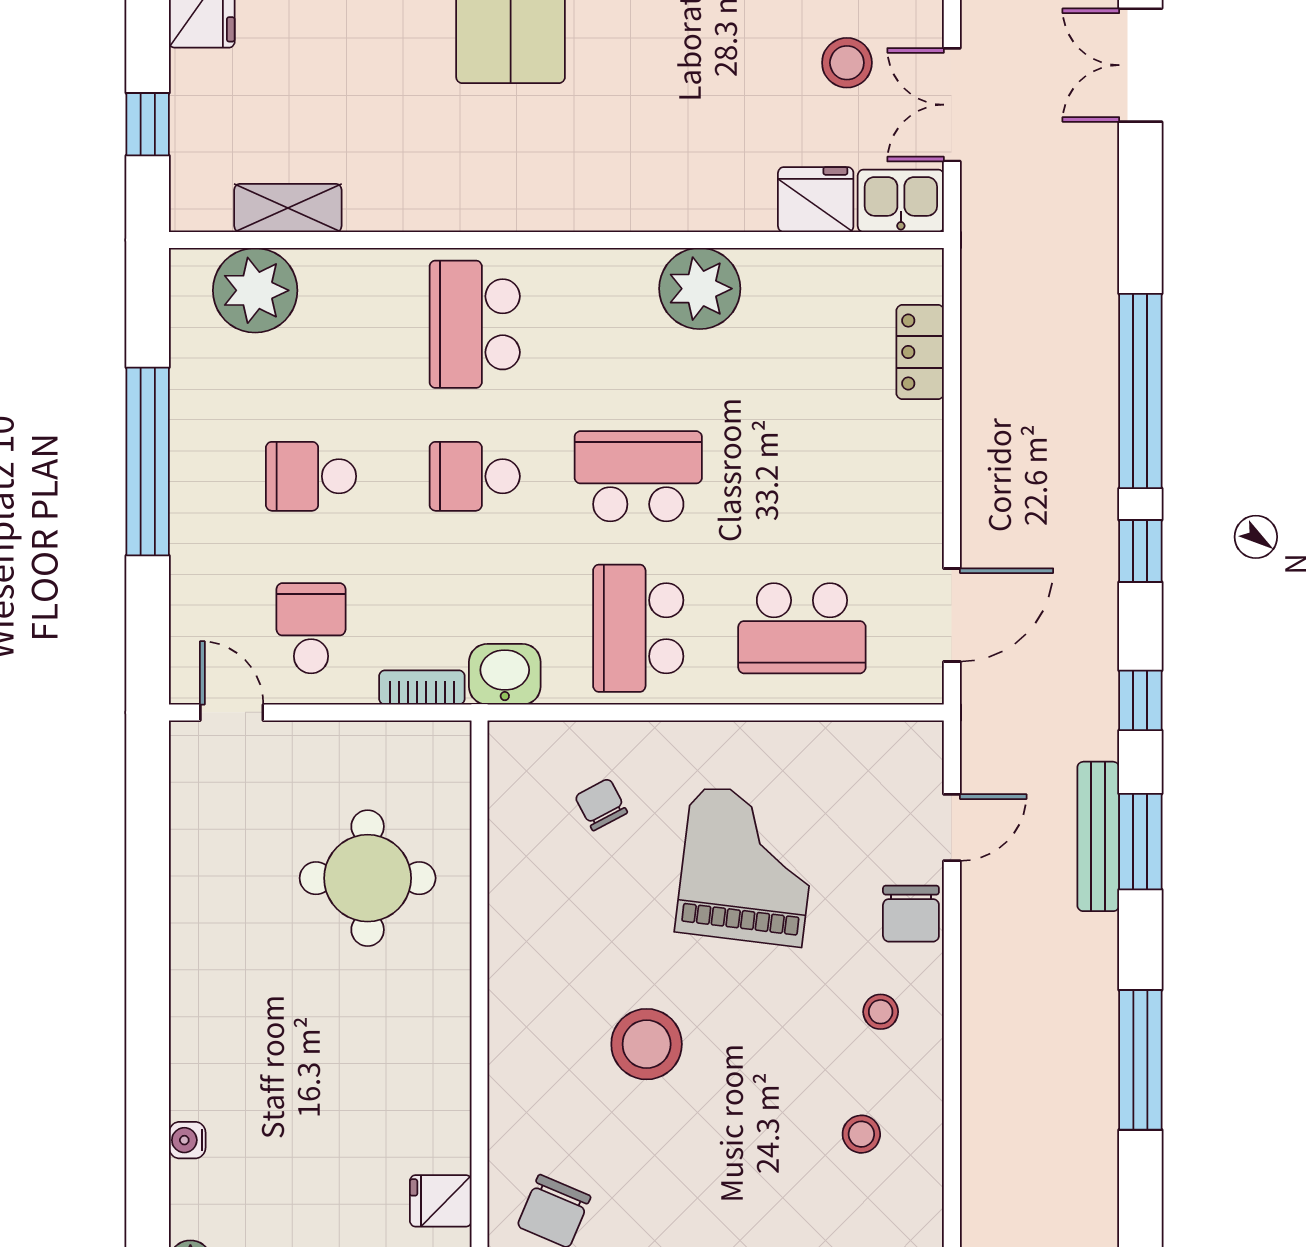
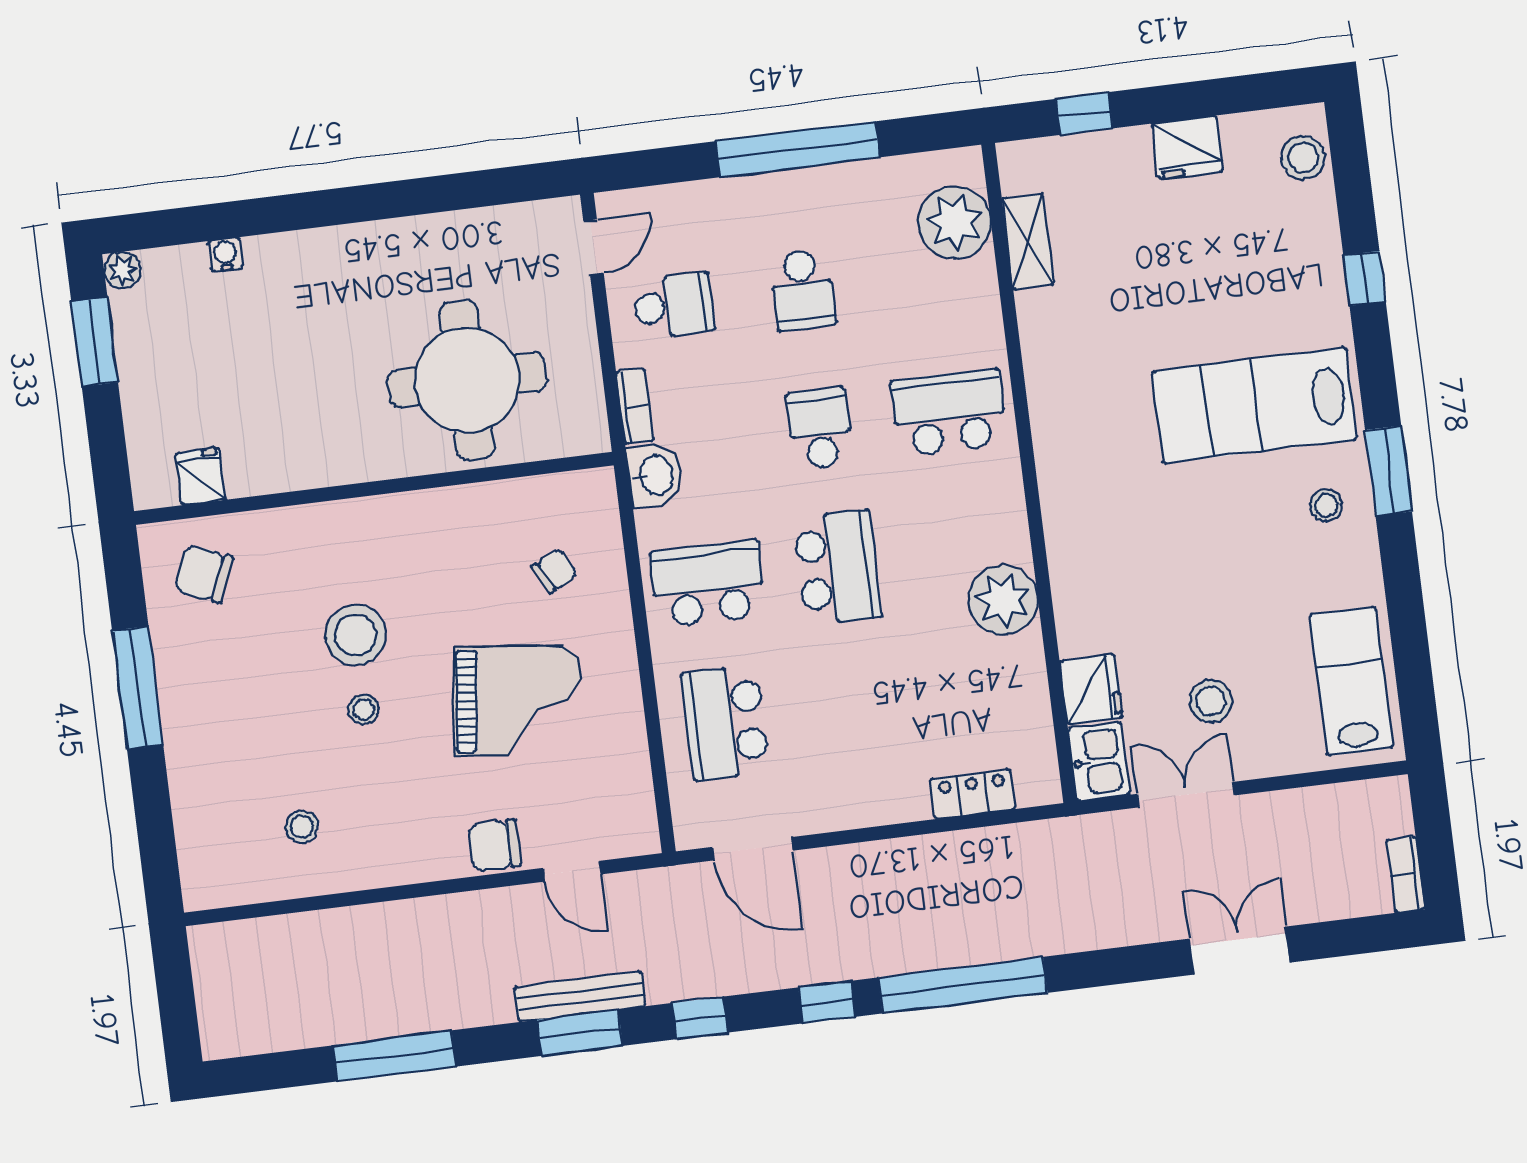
school desk: (311, 476) -> (803, 290), turned 180
round table: (368, 878) -> (467, 380), width x1.36, depth x1.36
stool: (881, 1012) -> (364, 710), moved

